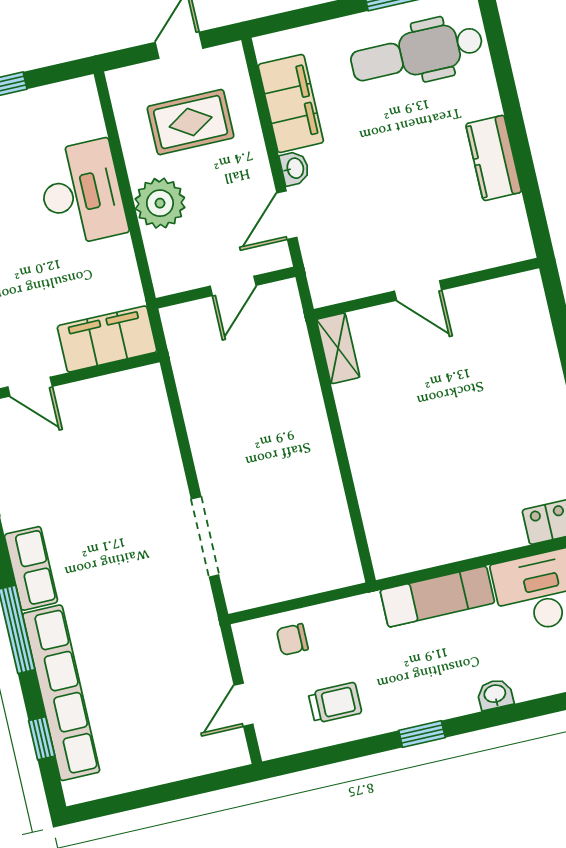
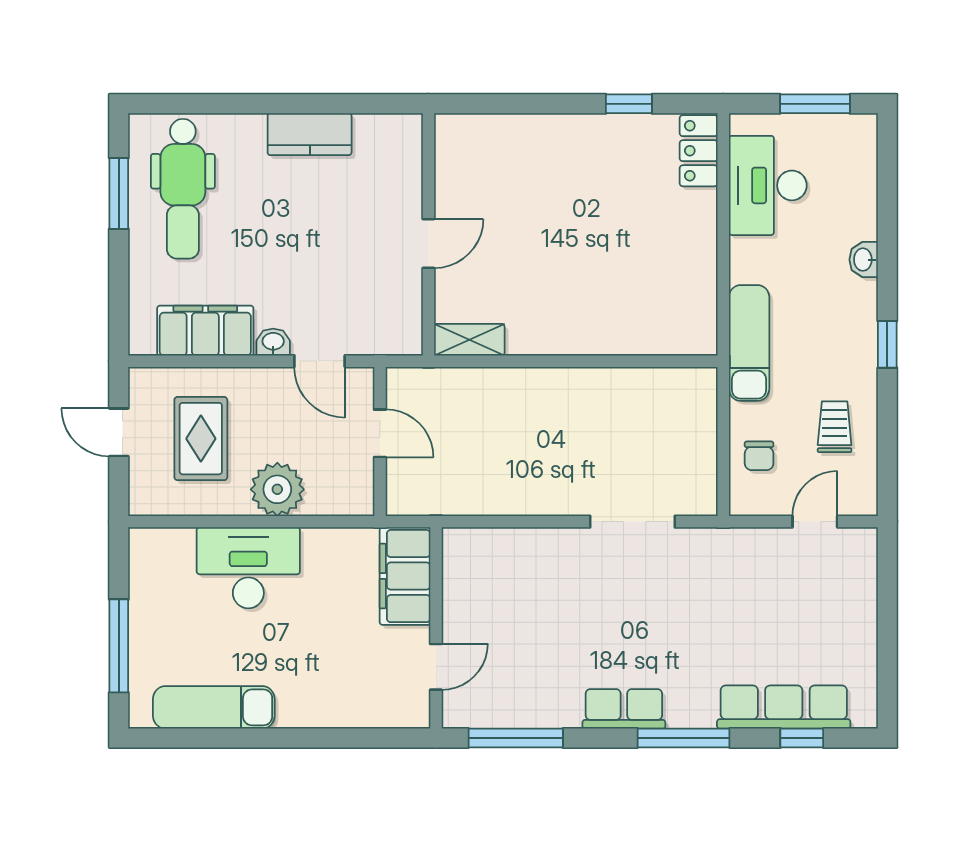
exam couch: (437, 597) -> (749, 343), moved
row of seats: (61, 693) -> (784, 707), width x0.73
door: (244, 705) -> (815, 522), swing flipped

